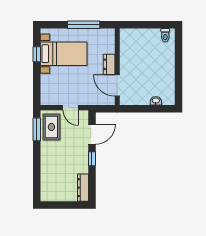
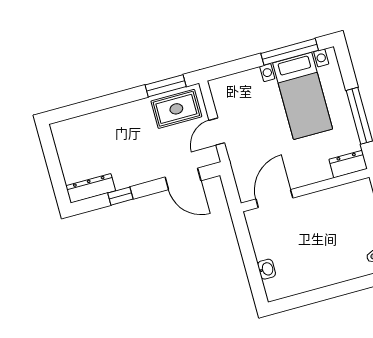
window: (37, 54) -> (290, 52), width x2.17
dresser: (109, 64) -> (348, 164), moved
window: (92, 159) -> (120, 196), moved

